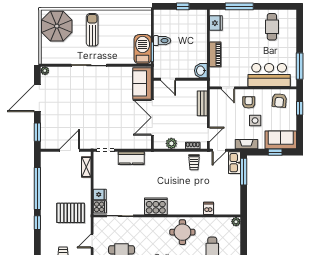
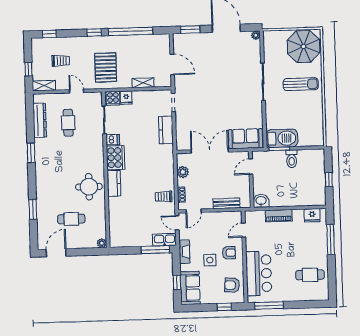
door: (208, 134) -> (194, 211), hinge flipped
shelving: (86, 167) -> (143, 83), moved
dishwasher: (208, 208) -> (113, 140), moved
kitchen counter: (180, 209) -> (114, 183), added

